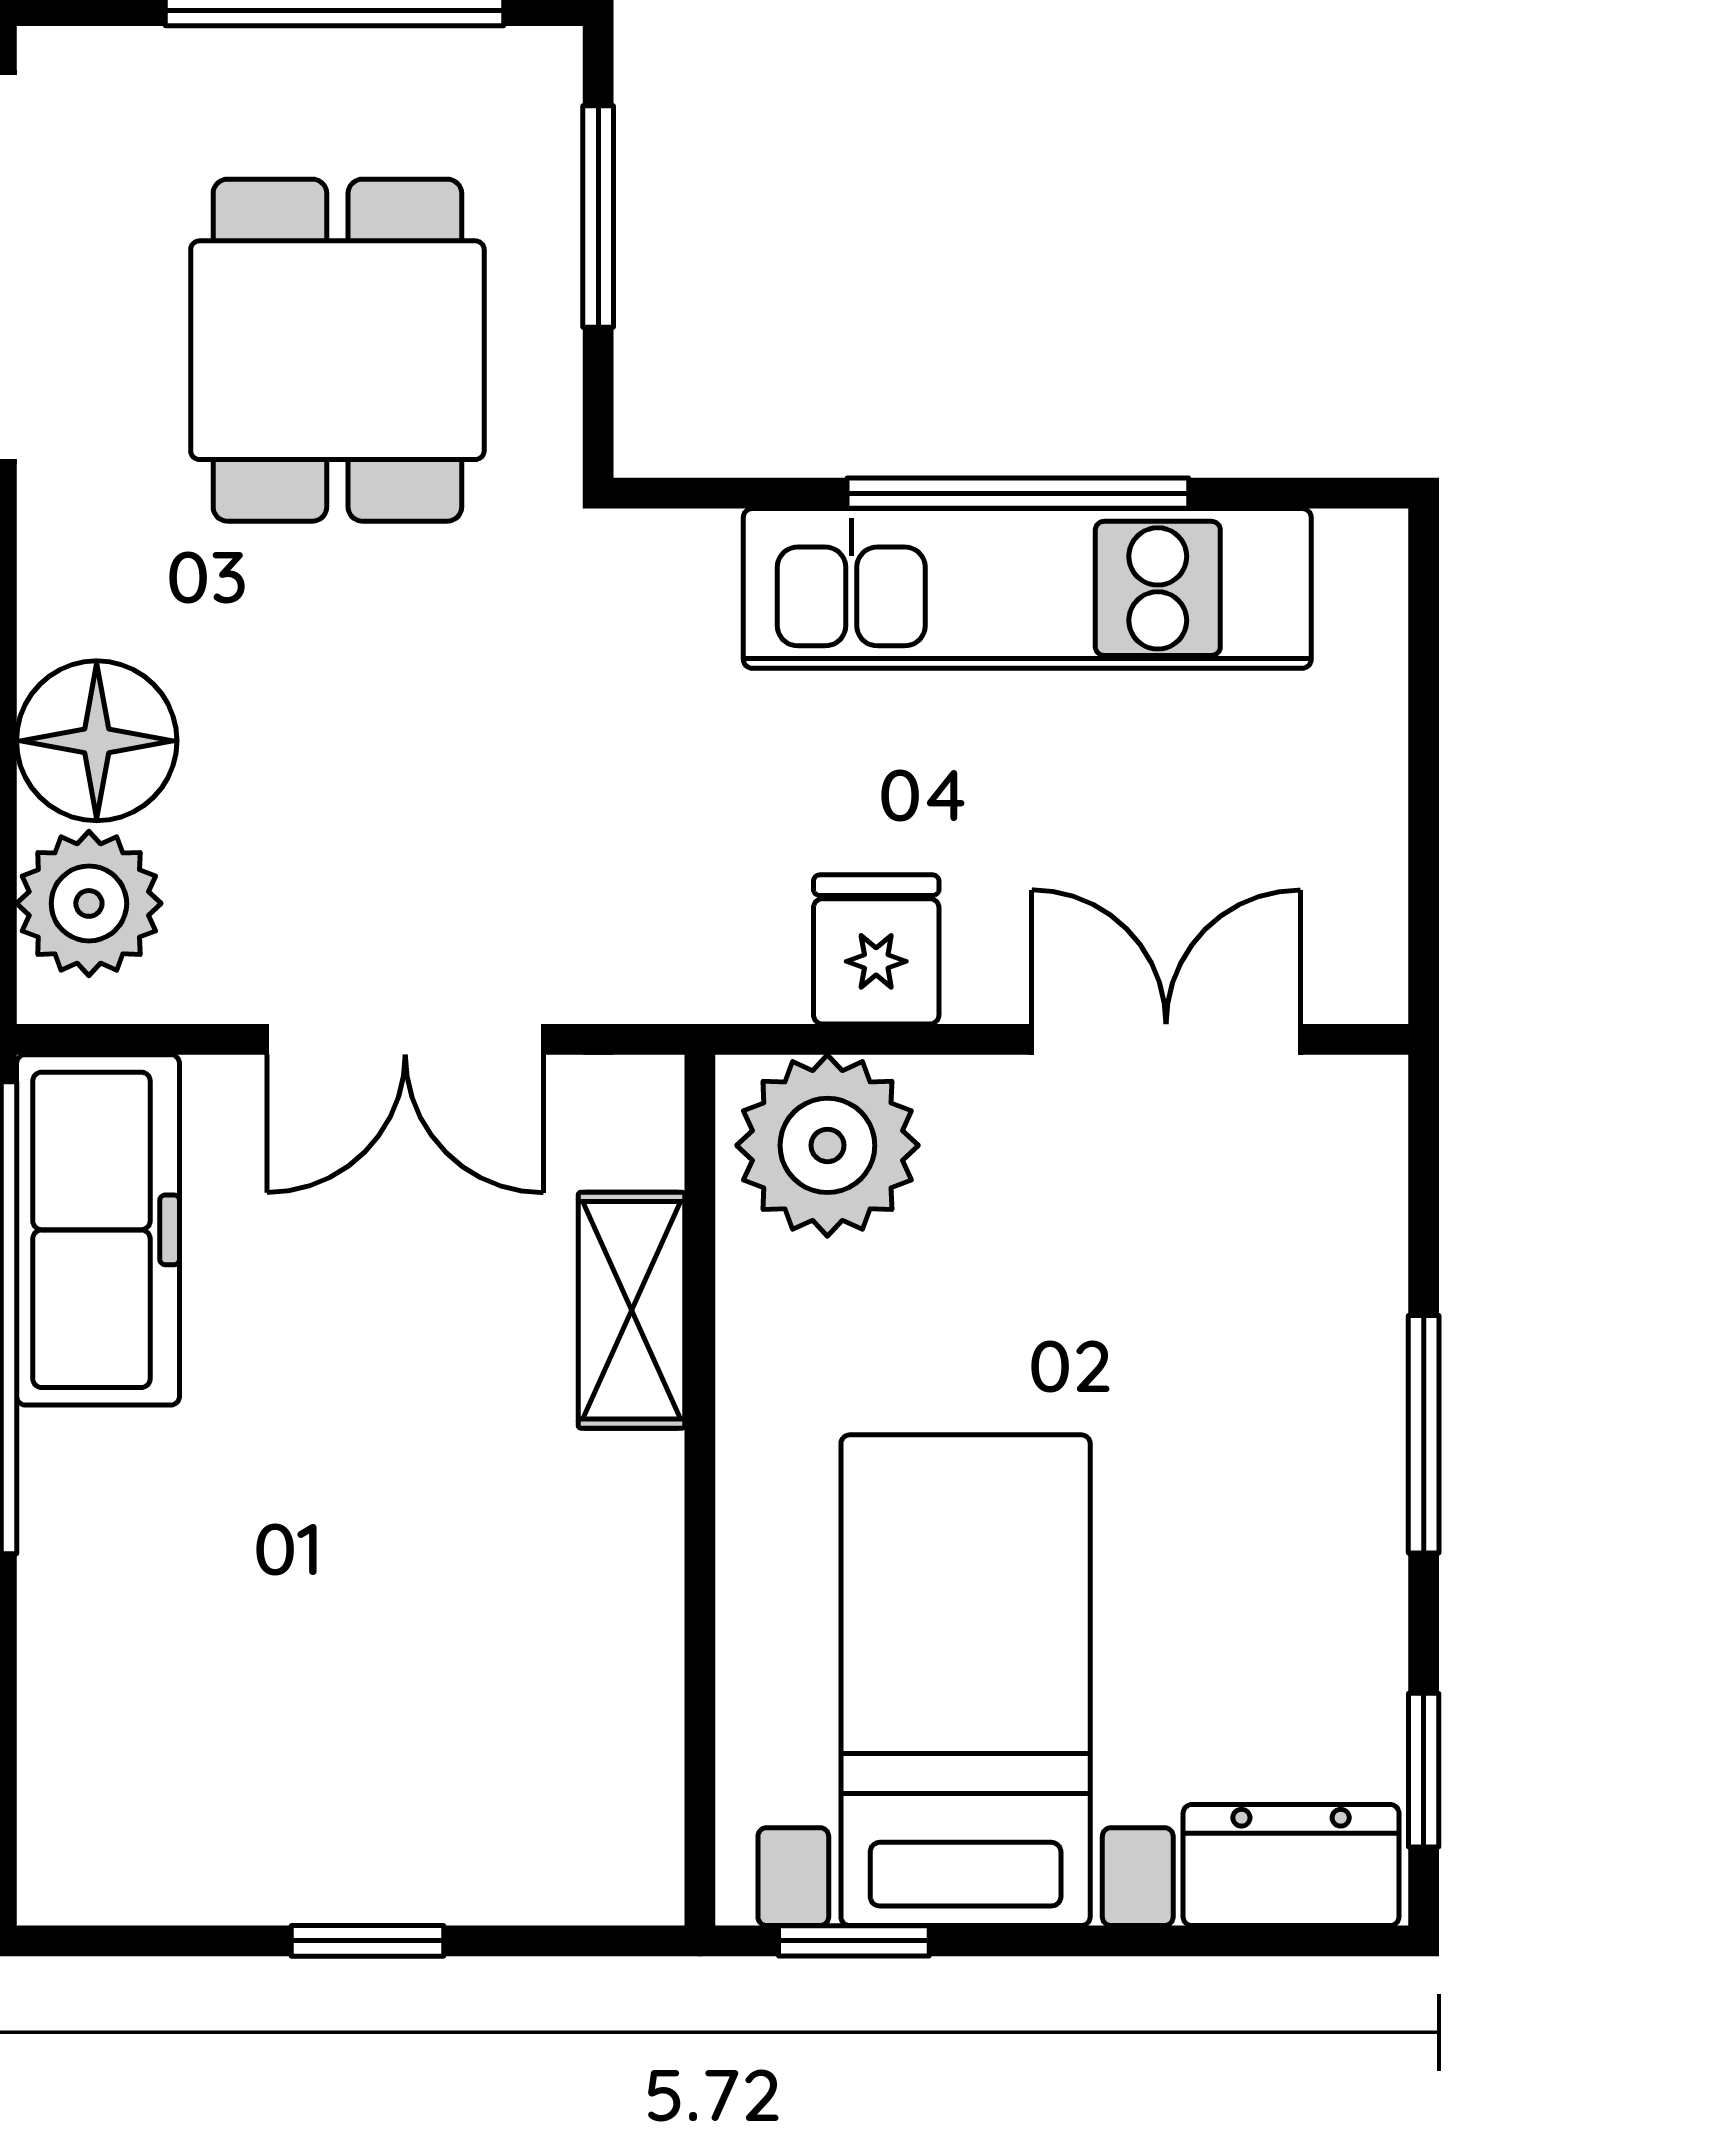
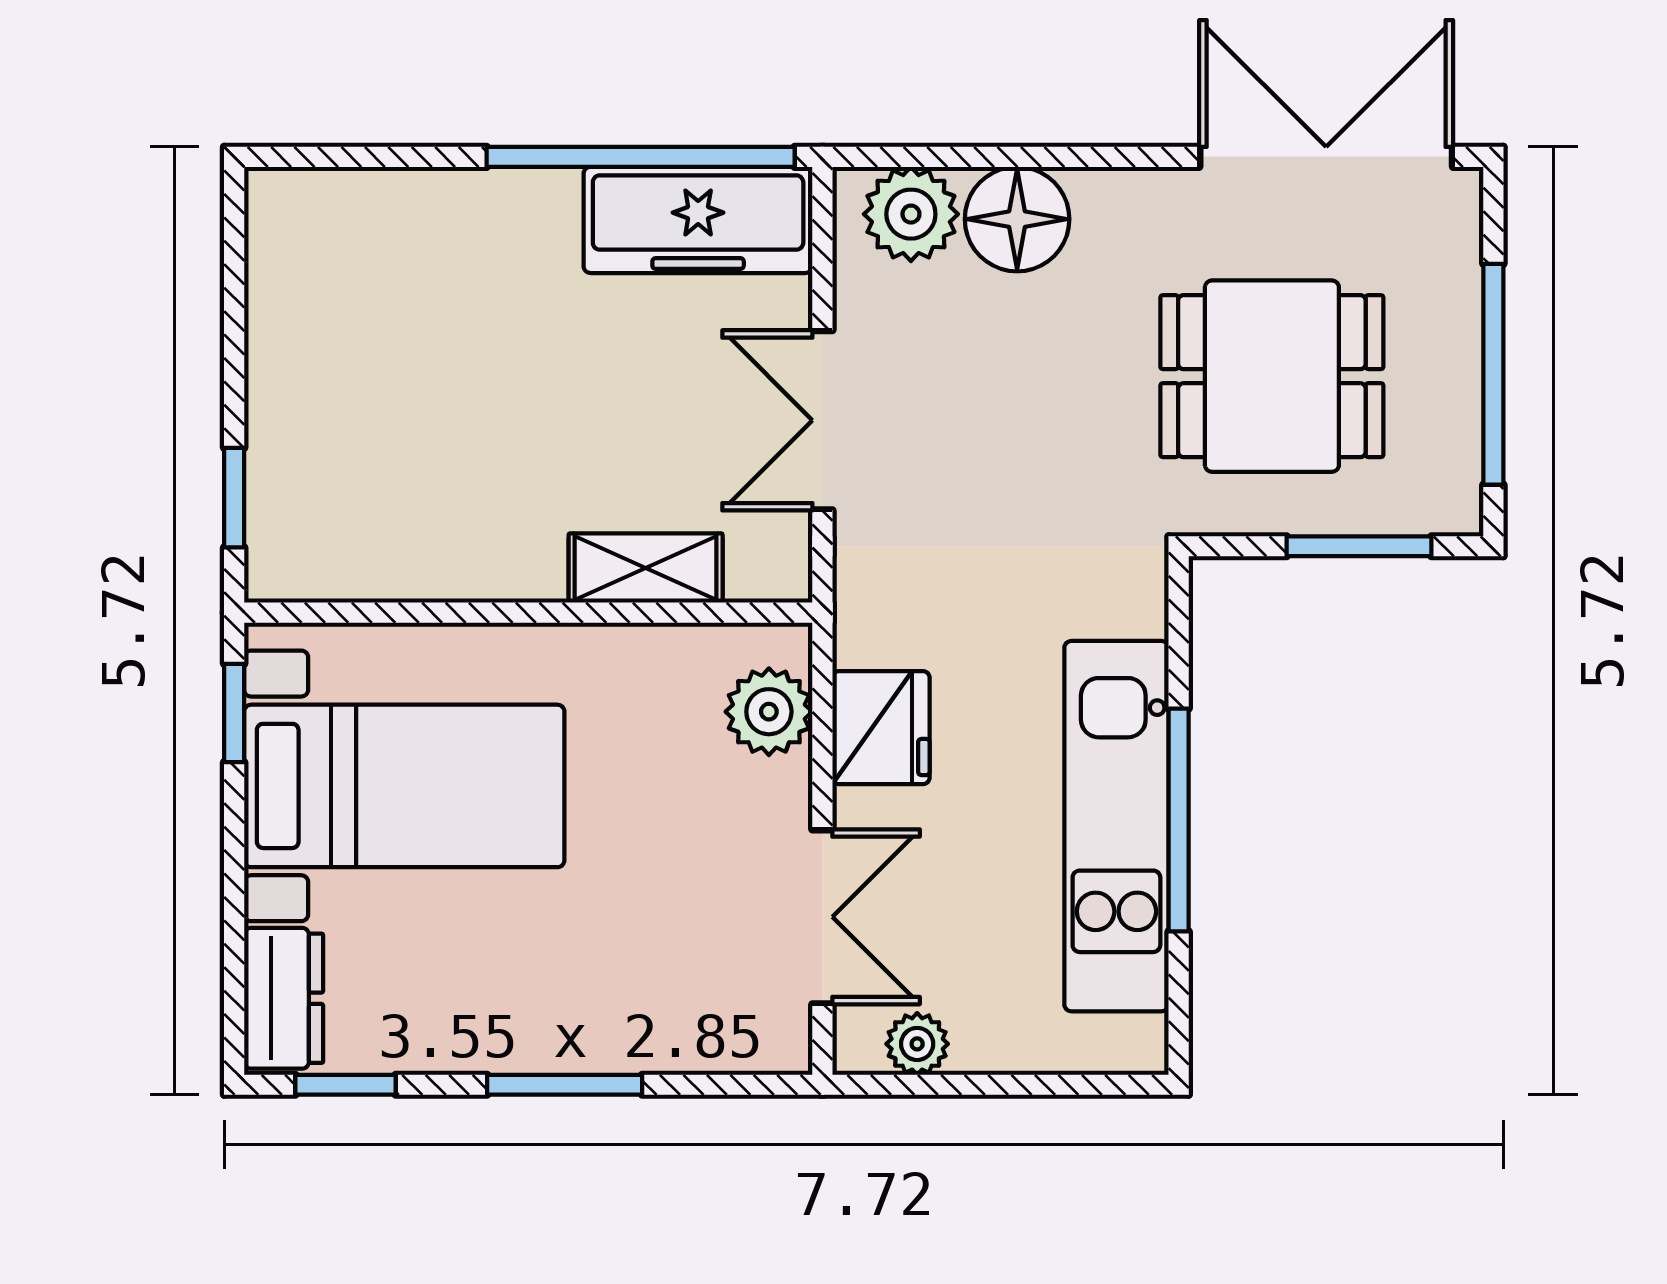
plant: (1361, 894) -> (917, 1044), added
fridge: (876, 949) -> (881, 728), width x1.38
plant: (827, 1145) -> (769, 712), width x0.73, depth x0.73
window: (367, 1941) -> (234, 498), moved

